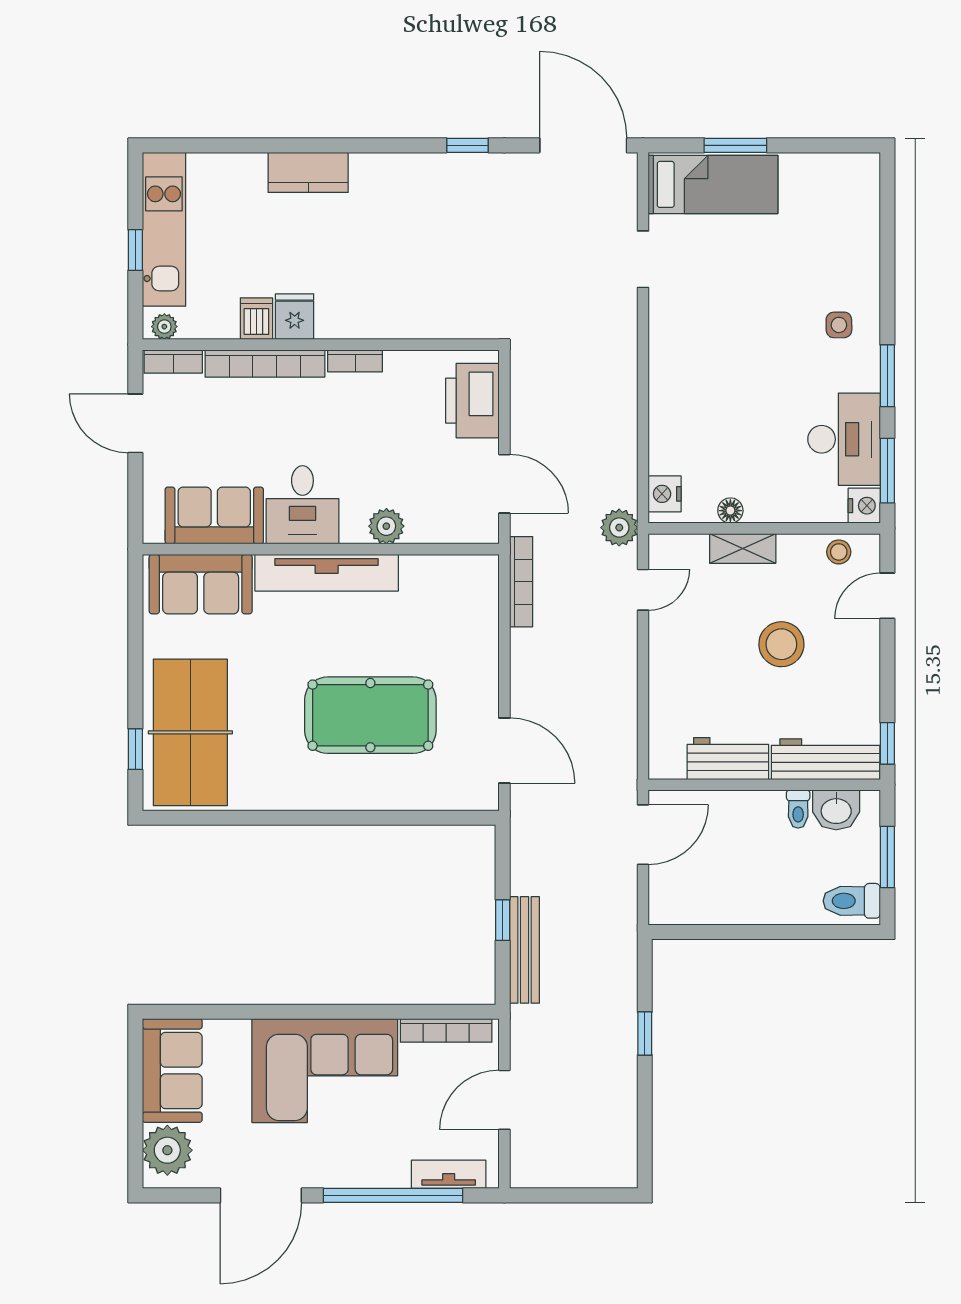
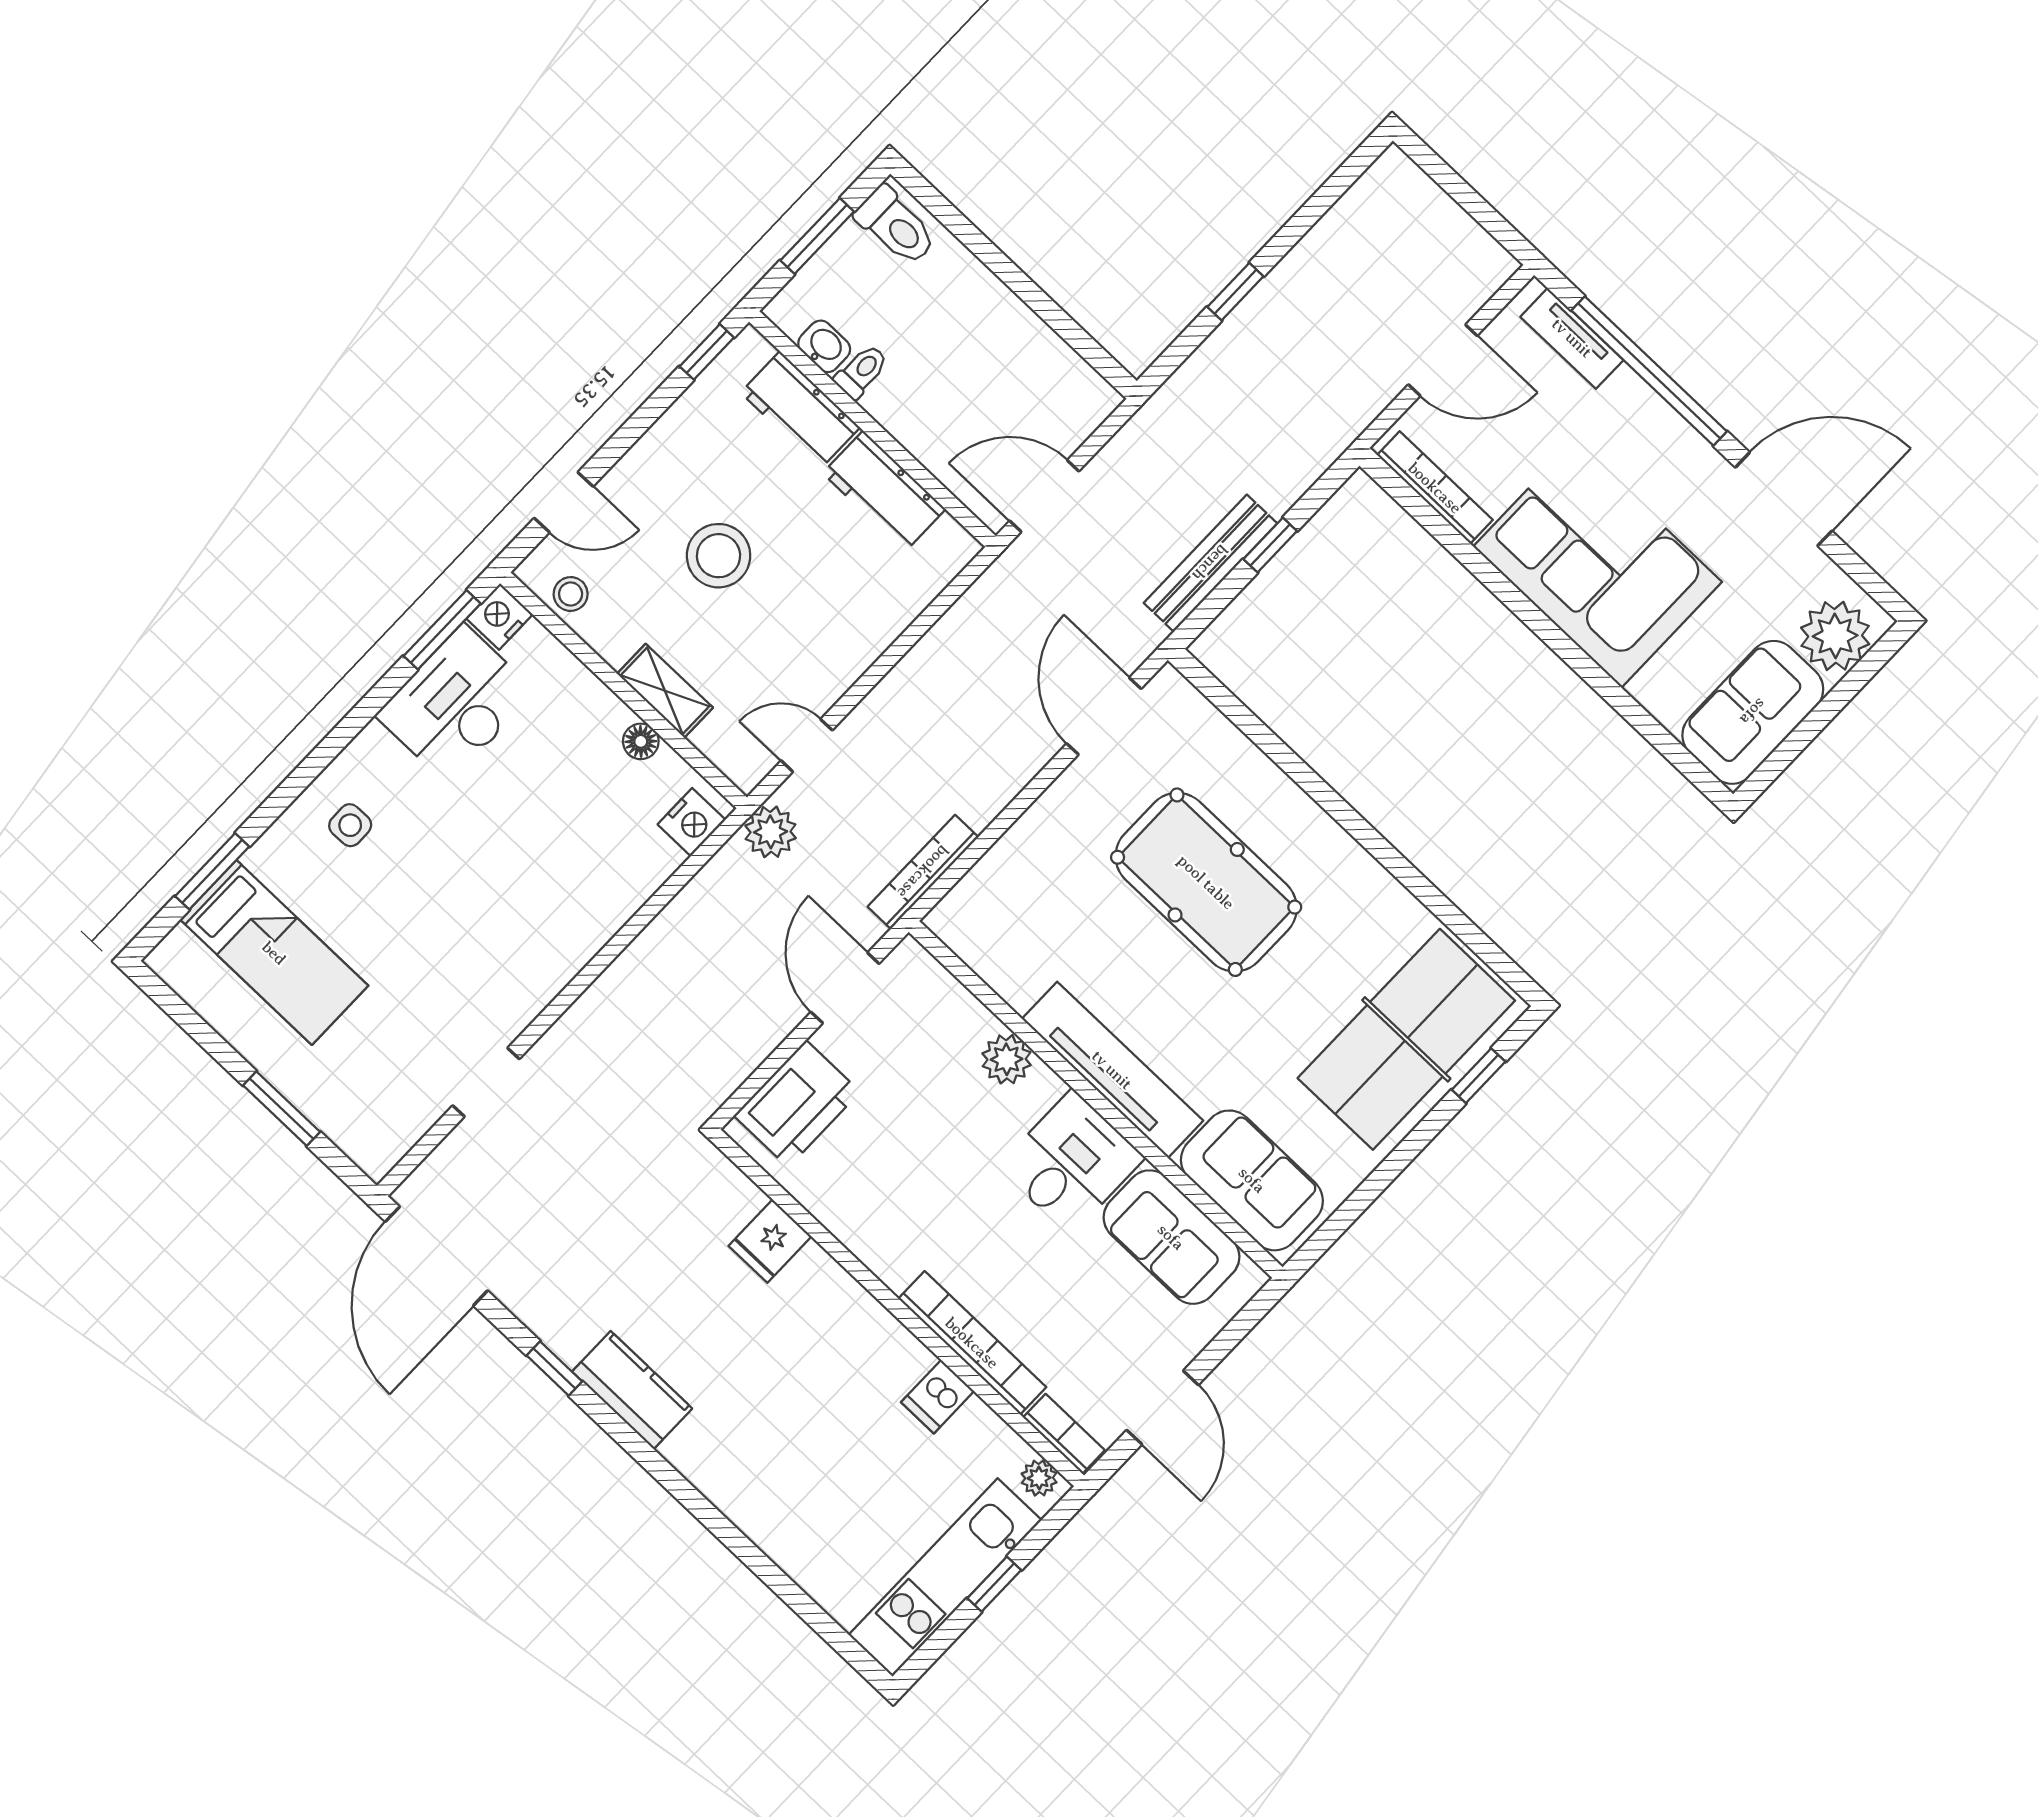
kitchen counter: (308, 172) -> (632, 1390), moved
bed: (713, 184) -> (274, 953), moved, turned 180
fridge: (295, 317) -> (770, 1241), moved
bookcase: (355, 361) -> (878, 1258), removed
window: (887, 376) -> (212, 871), moved
workbench: (826, 759) -> (800, 410), width x0.73
washbasin: (836, 810) -> (824, 346), width x0.72, depth x0.69
bench: (525, 950) -> (1210, 563), moved

